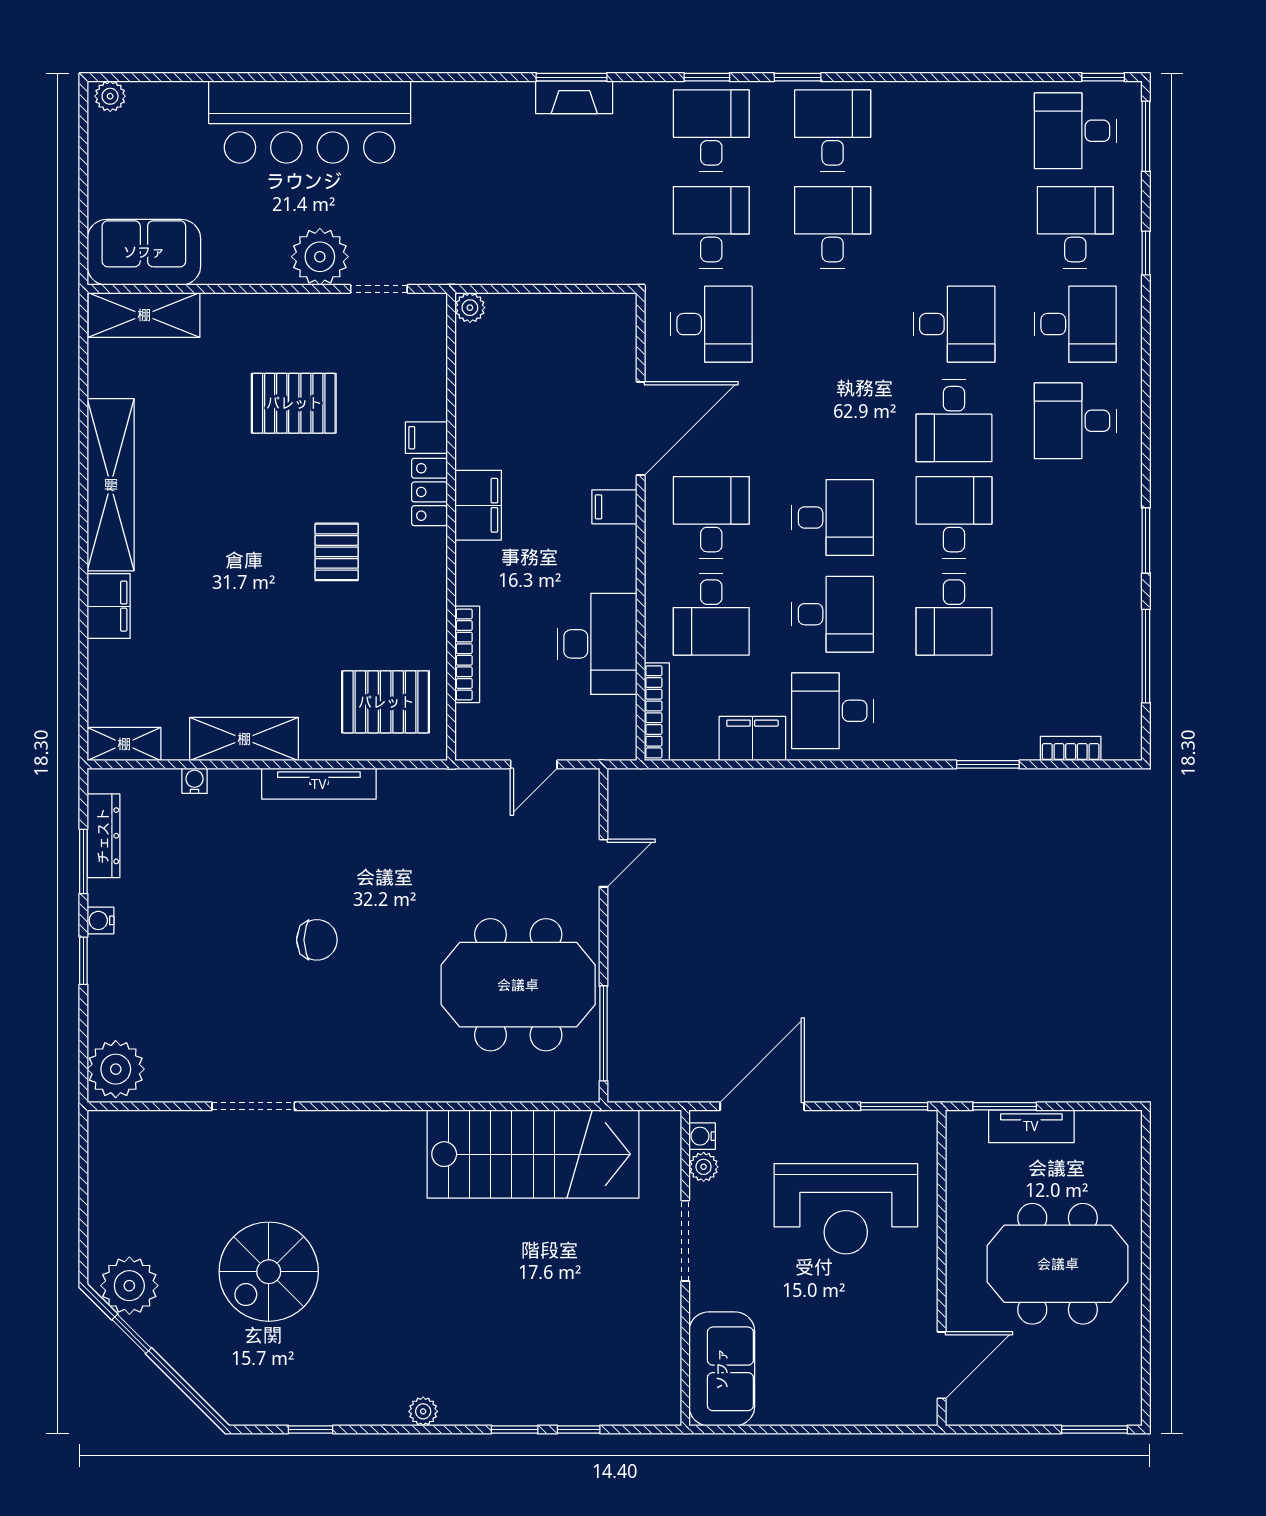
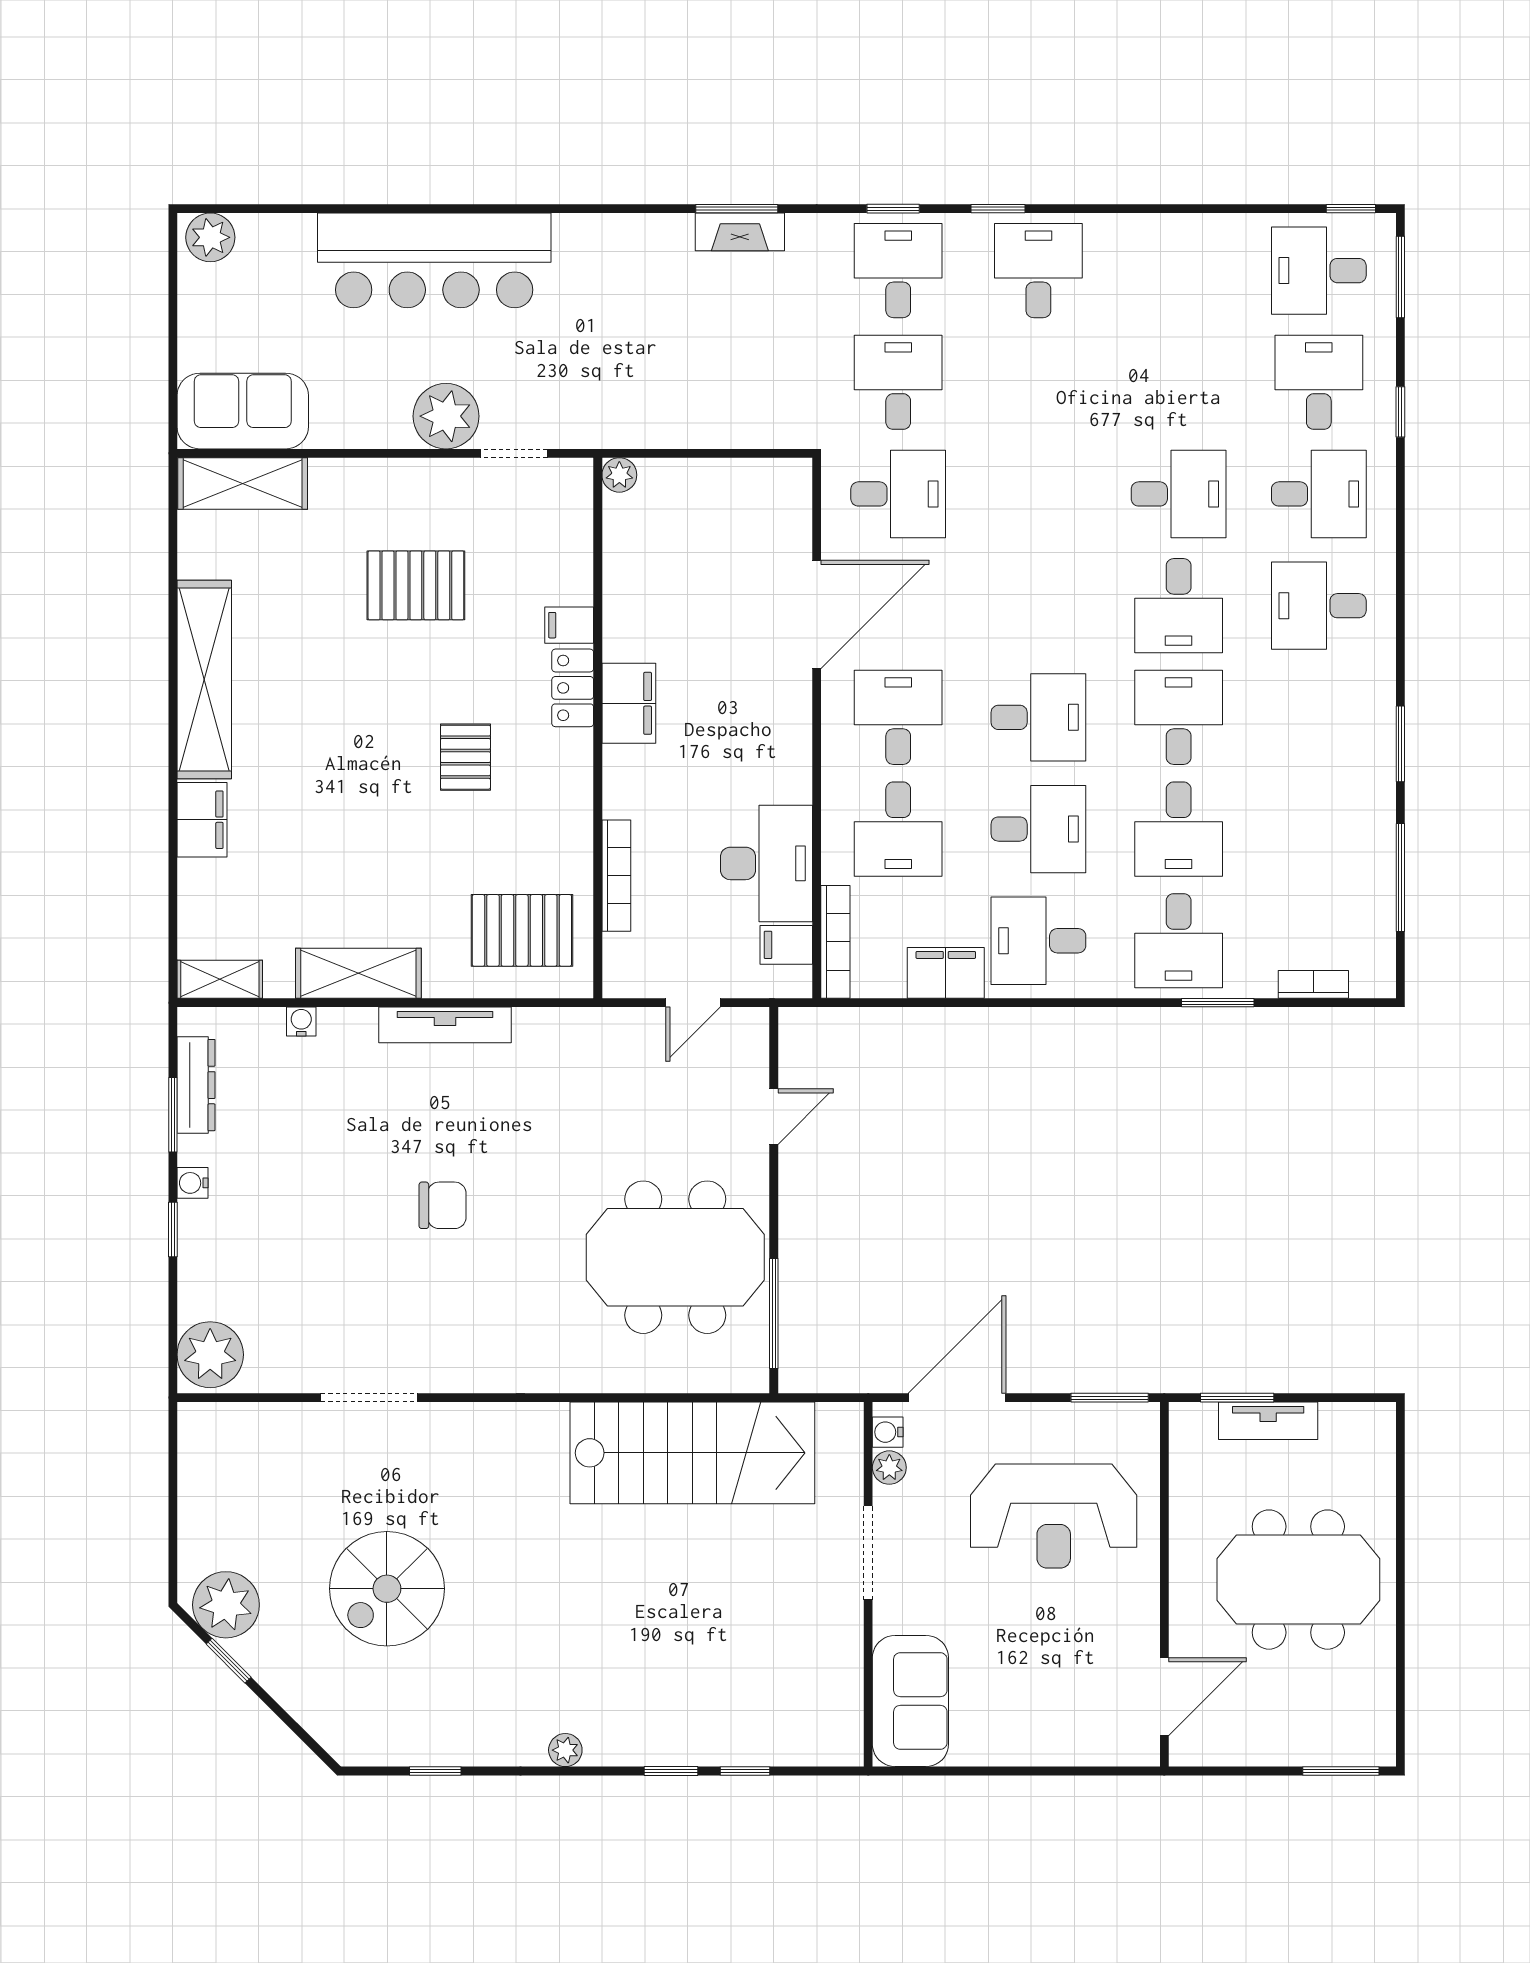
plant: (110, 96) -> (210, 237), width x1.38, depth x1.38
desk: (833, 227) -> (1179, 941), moved, turned 180
filing cabinet: (614, 507) -> (786, 945), moved

